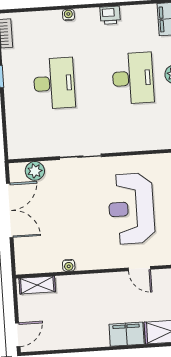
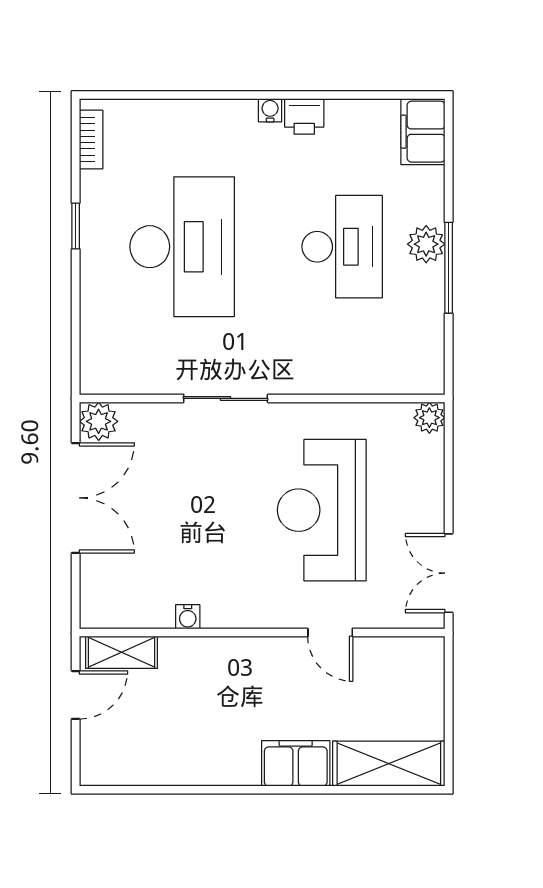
water cooler: (68, 15) -> (270, 110), moved
desk: (54, 83) -> (182, 247), width x1.36, depth x1.30
plant: (35, 171) -> (99, 421), moved
door: (18, 335) -> (76, 695), moved

